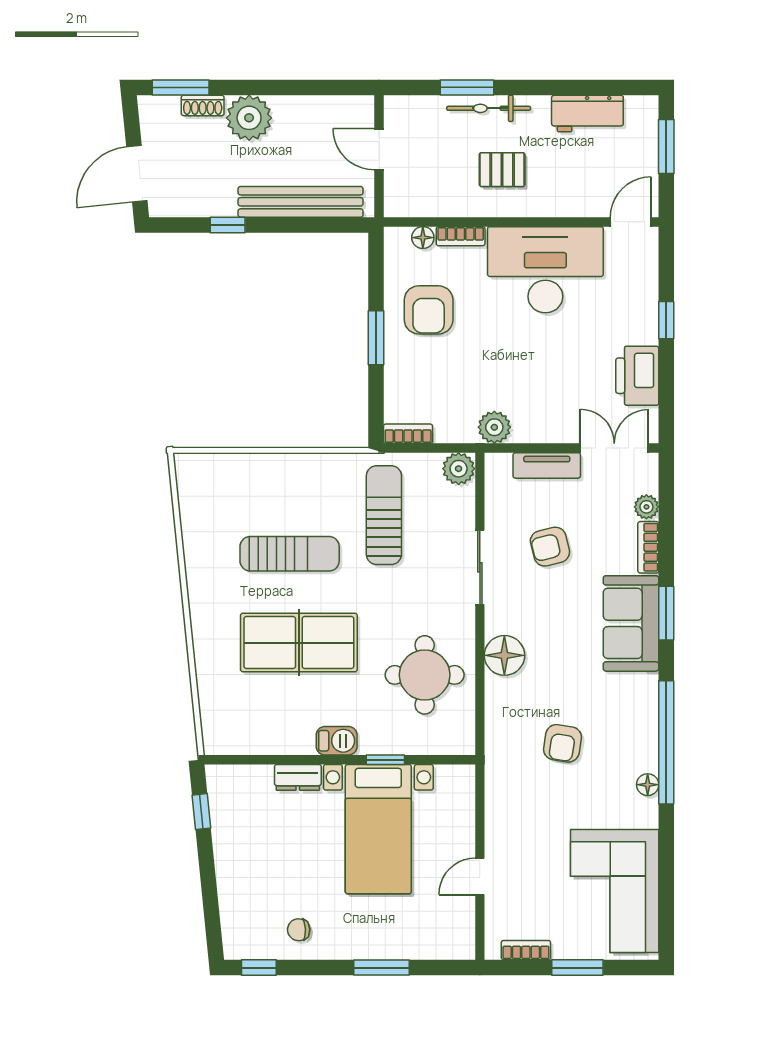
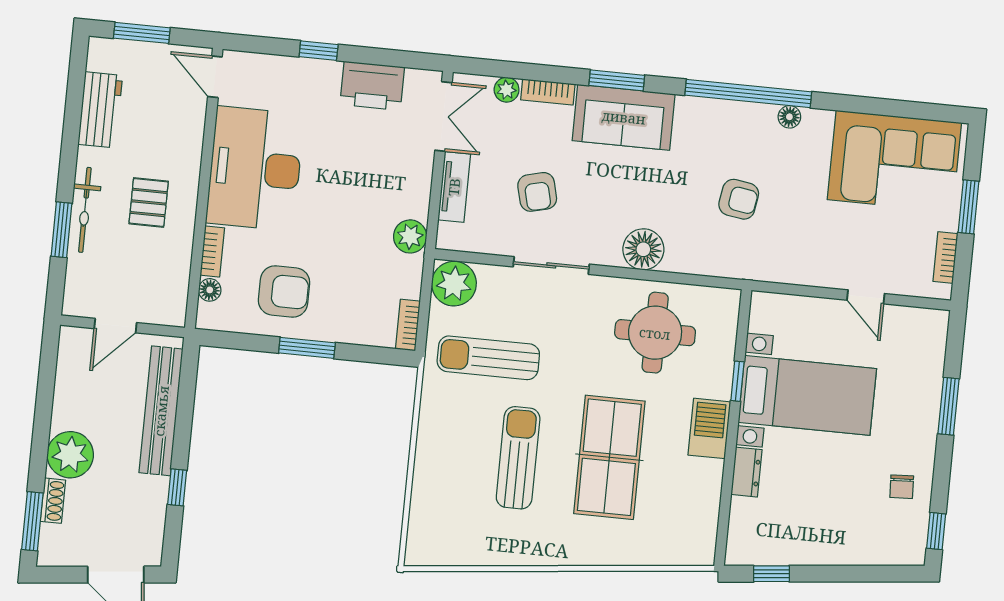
double door: (614, 448) -> (443, 116), swing flipped
plant: (459, 469) -> (454, 284), width x1.36, depth x1.36
barbecue: (337, 741) -> (709, 428), width x1.38, depth x1.27

